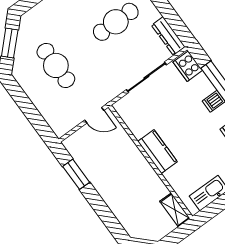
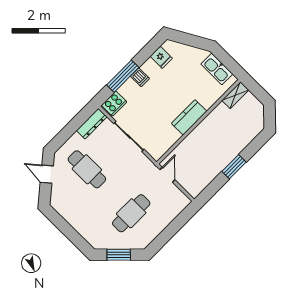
window: (76, 174) -> (234, 167), moved

